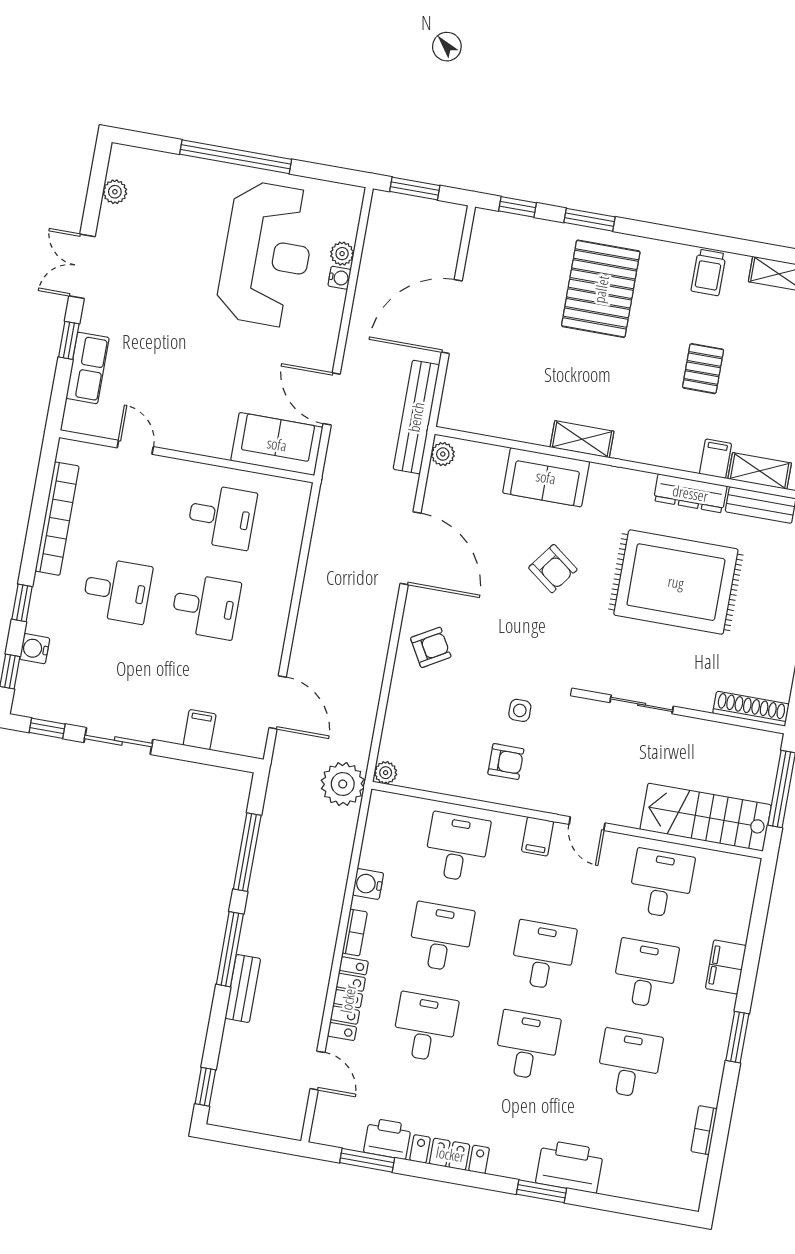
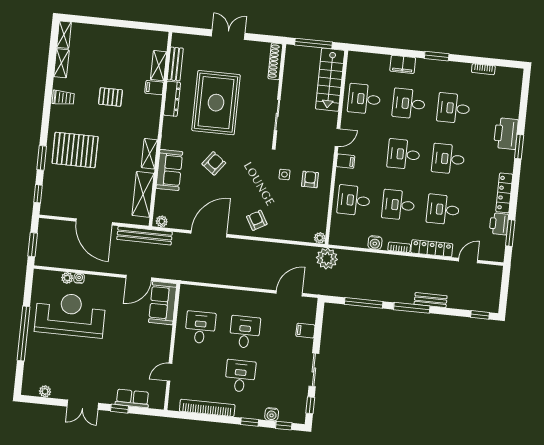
shelving: (500, 420) -> (143, 194), added

